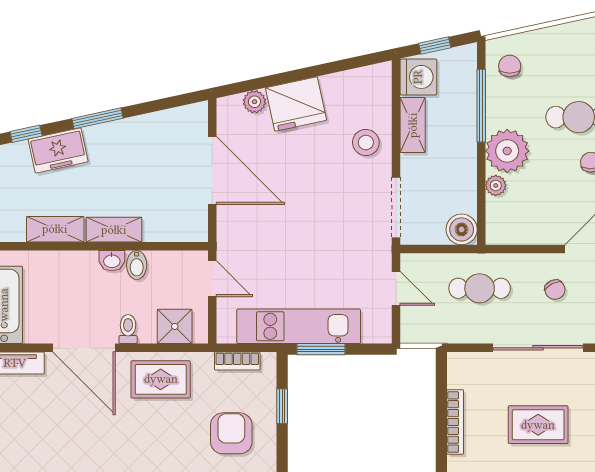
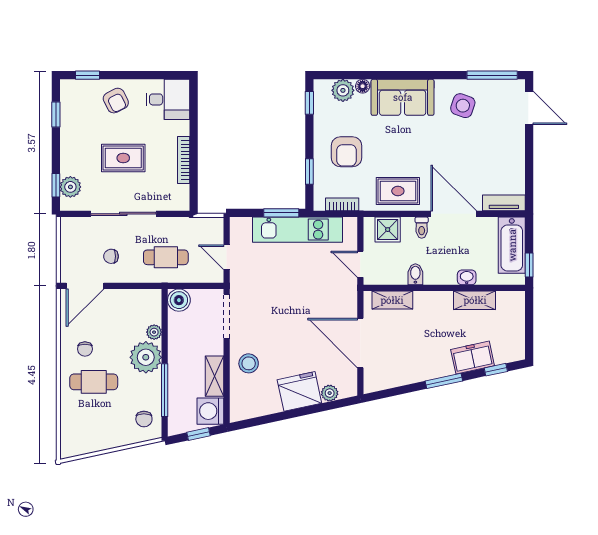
shelving: (114, 230) -> (392, 300), moved
washbasin: (112, 261) -> (467, 277), moved
chair: (555, 290) -> (111, 256), turned -63

